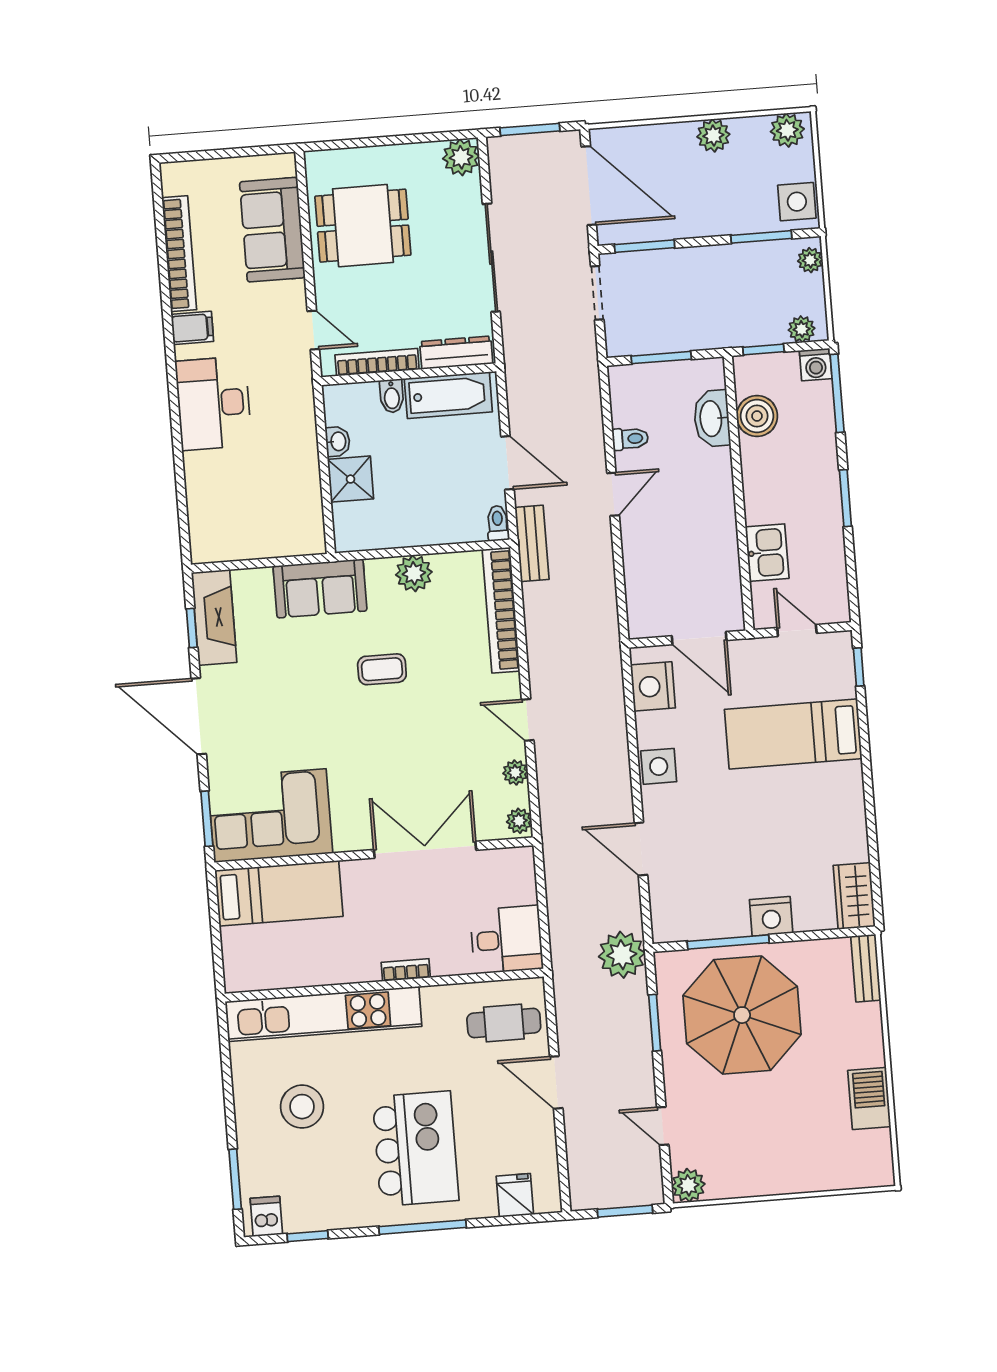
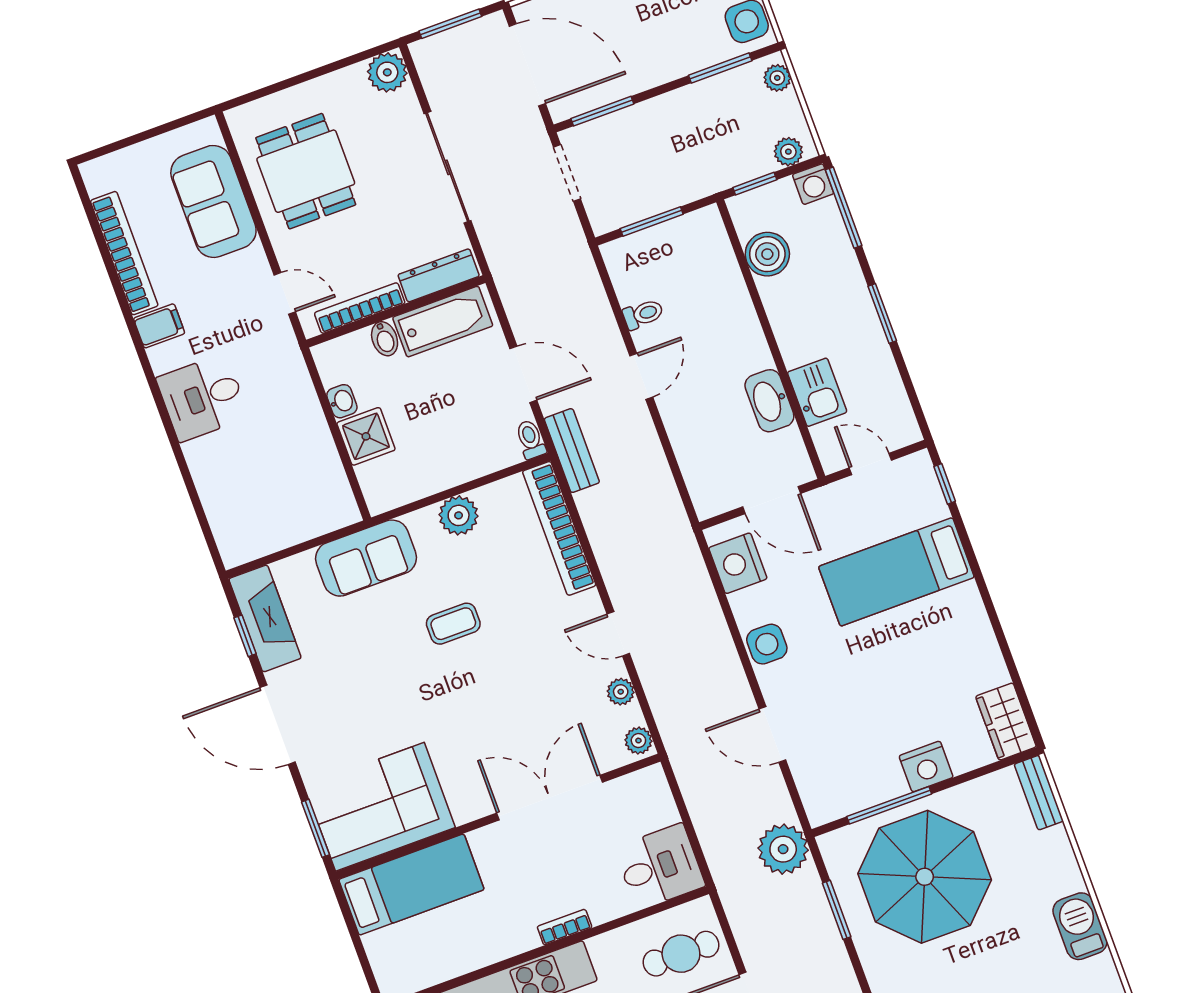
dining table: (363, 226) -> (306, 171), turned 90
desk: (213, 403) -> (203, 398), width x0.73
washbasin: (712, 419) -> (769, 401), moved

